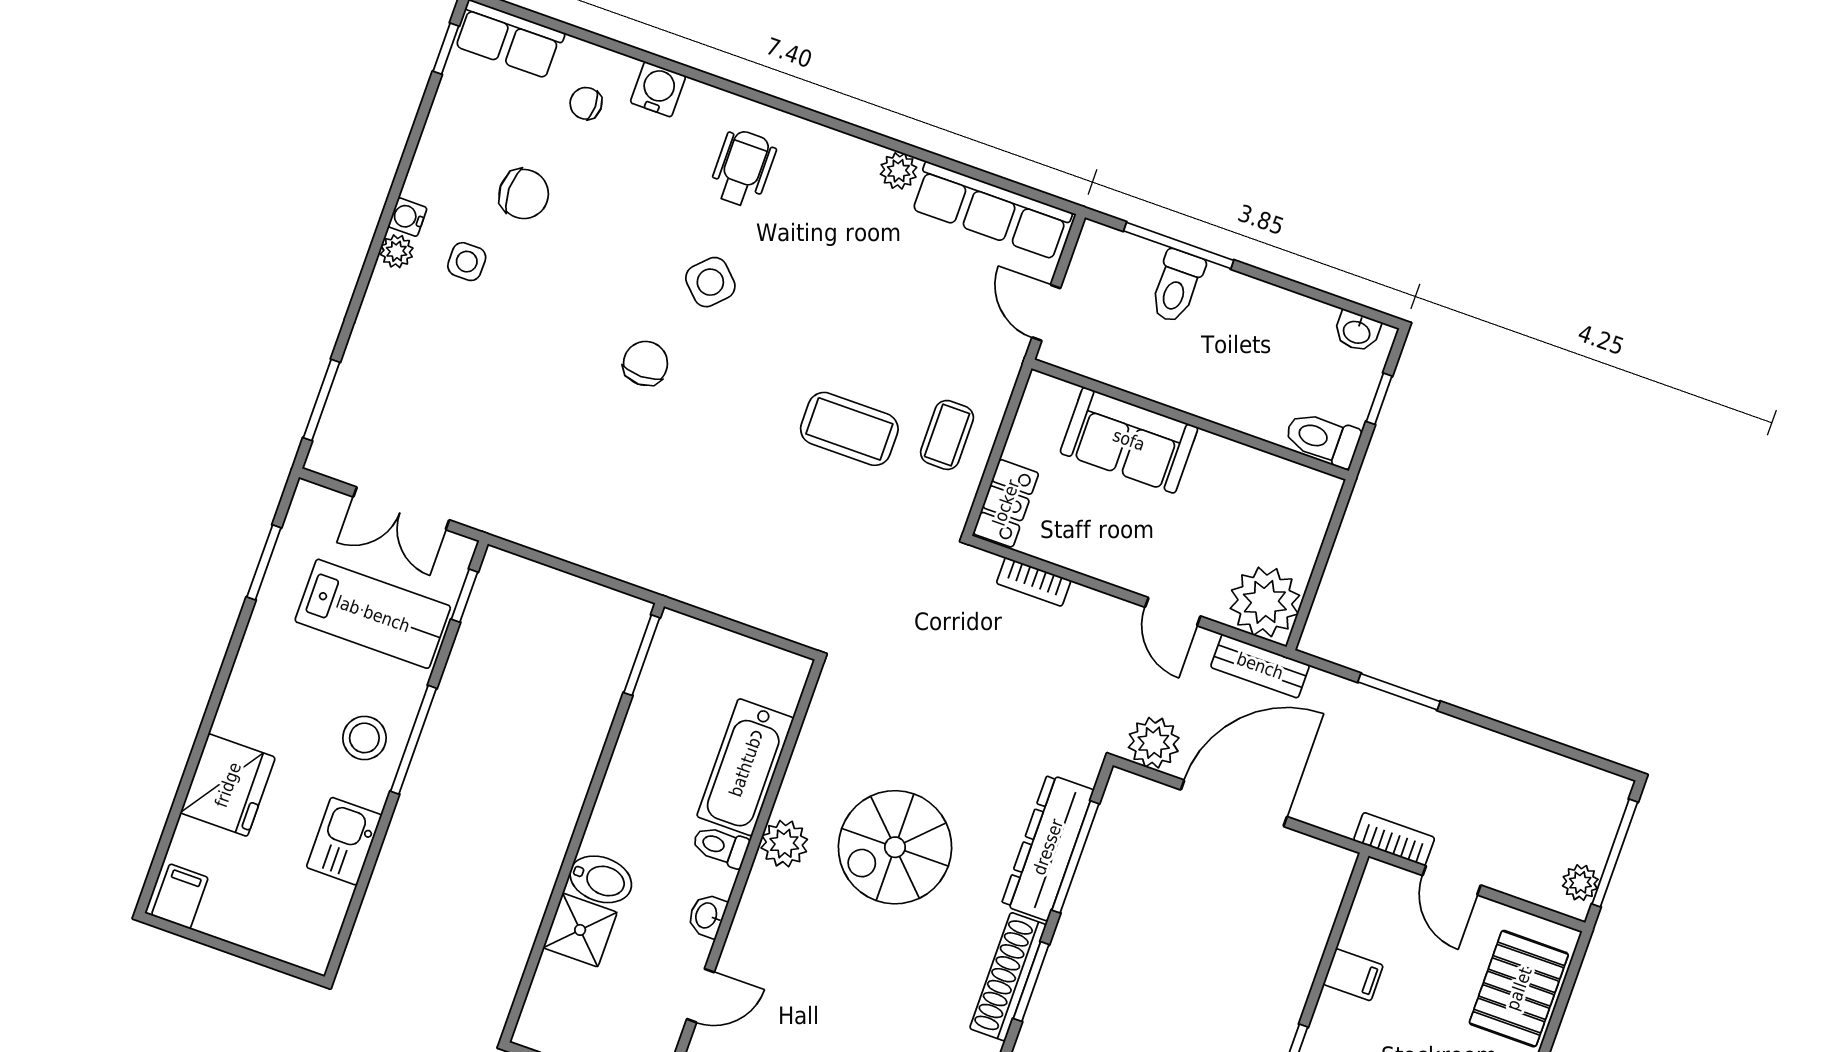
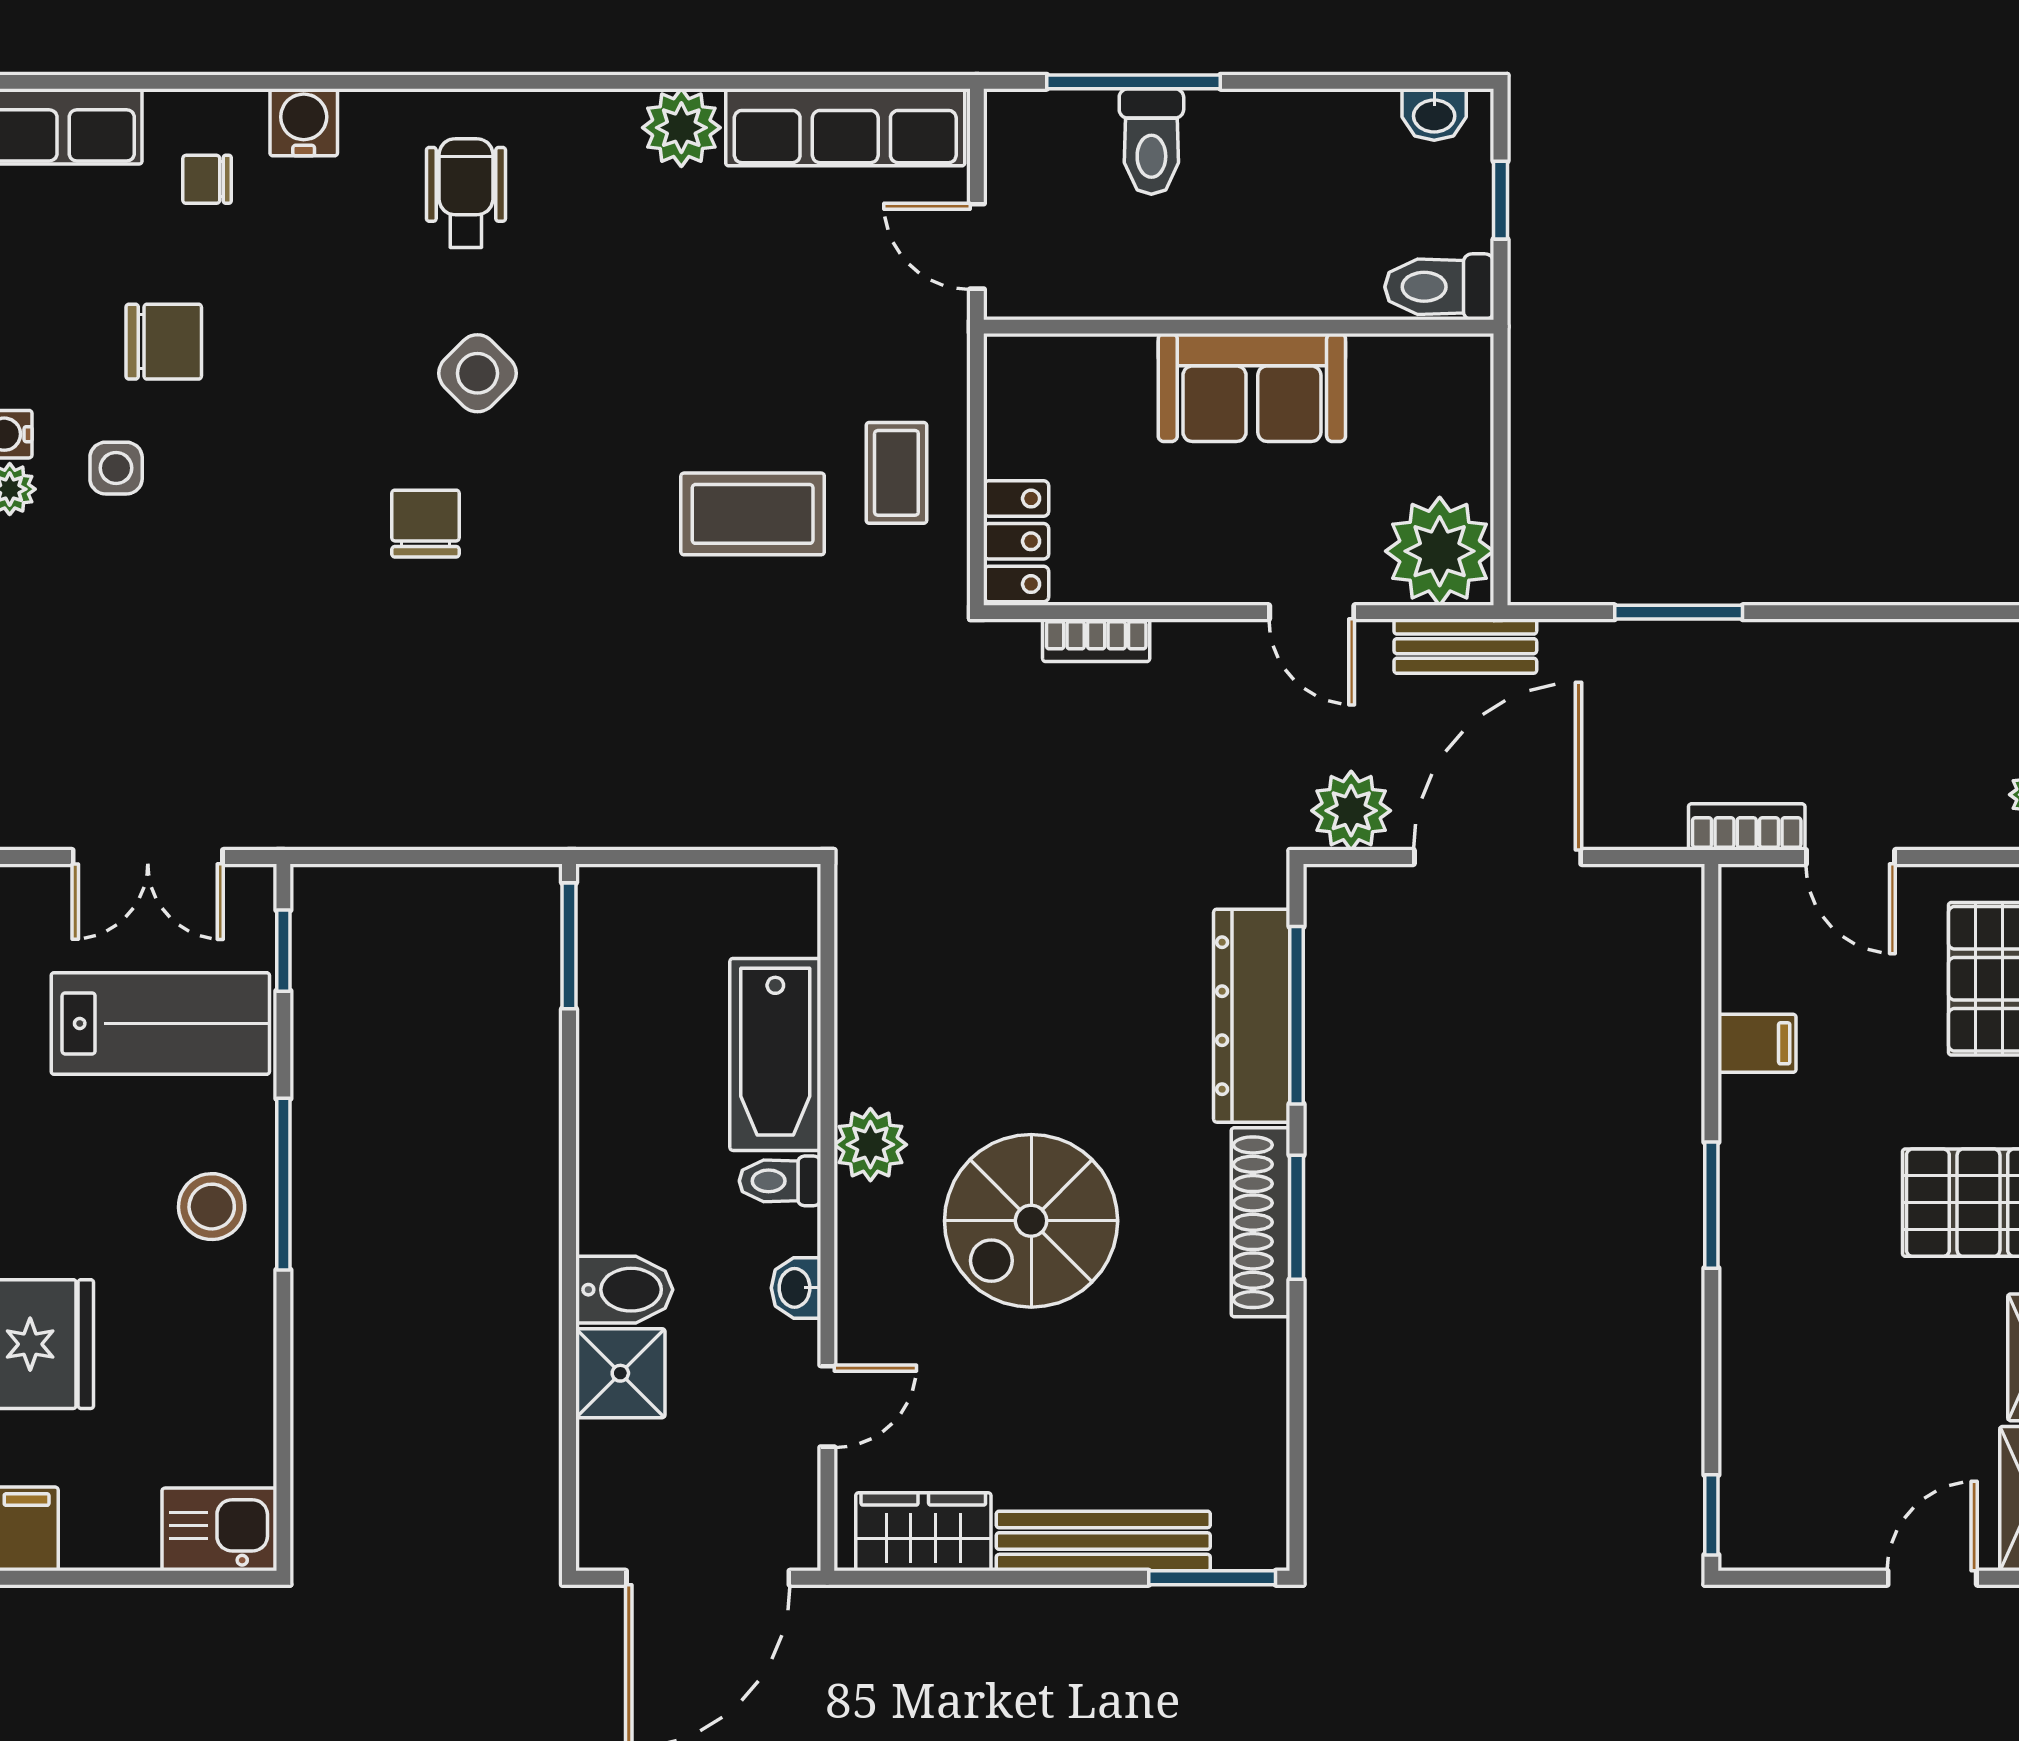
plant: (899, 171) -> (681, 128), width x1.38, depth x1.38
sofa: (1129, 440) -> (1252, 387), moved
kitchen sink: (344, 841) -> (219, 1529), moved, turned 90
spiral stairs: (895, 847) -> (1031, 1221), moved

